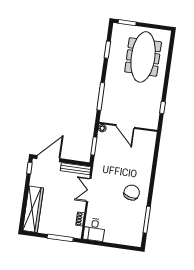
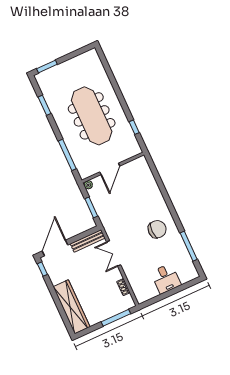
meeting table: (143, 57) -> (92, 116), moved
door: (125, 126) -> (110, 169), hinge flipped
chair: (132, 193) -> (157, 229), turned 76
desk: (94, 230) -> (166, 279), moved

